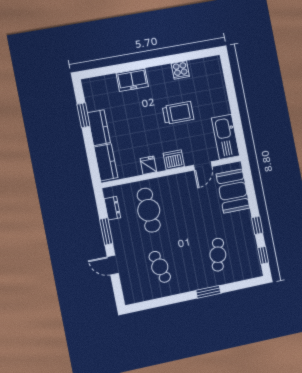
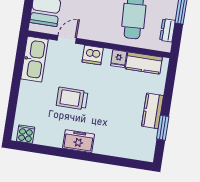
cooker: (180, 70) -> (26, 134), moved
freezer: (132, 80) -> (78, 141), moved
kitchen counter: (106, 162) -> (144, 63), moved, turned -90

